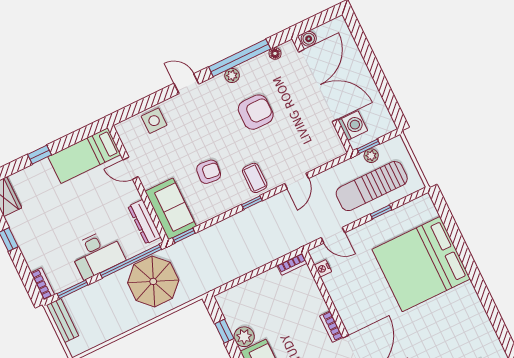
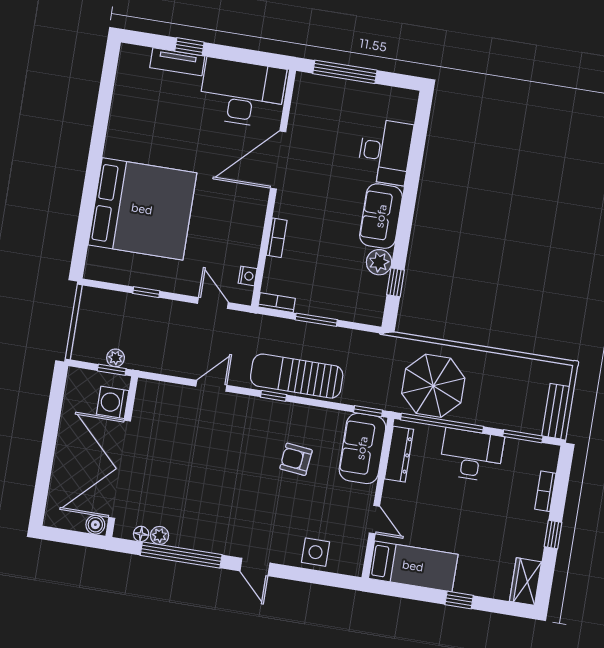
plant: (232, 76) -> (159, 535), moved
armchair: (256, 112) -> (204, 487), removed
coffee table: (255, 178) -> (253, 419), removed
sun lounger: (372, 186) -> (297, 376), moved, turned 180
window: (259, 271) -> (316, 320), added
bookcase: (43, 284) -> (545, 491), moved
bookcase: (331, 327) -> (277, 238), moved

